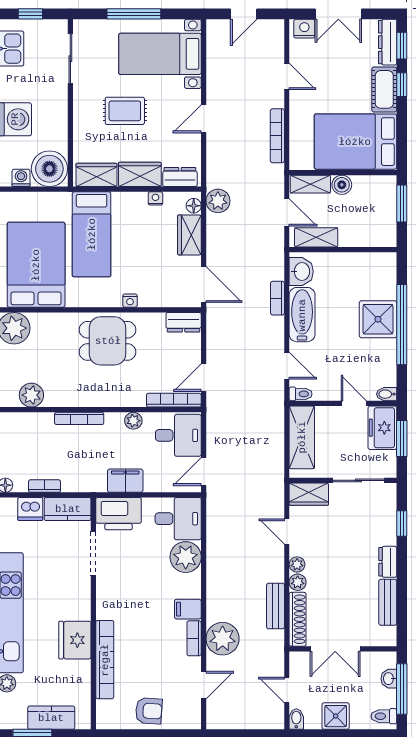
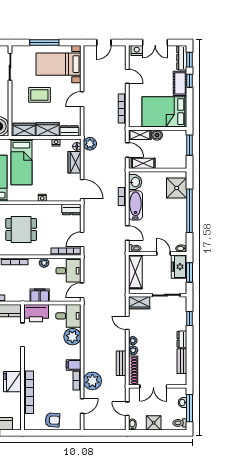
shower: (378, 319) -> (177, 188), moved
dining table: (108, 341) -> (21, 229), moved

